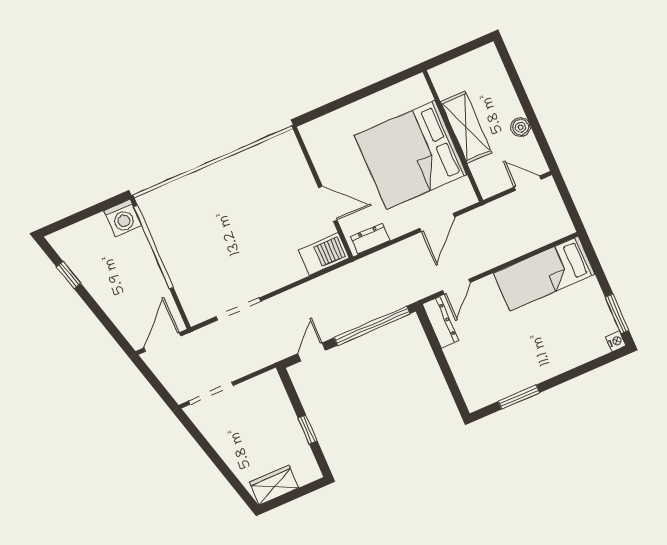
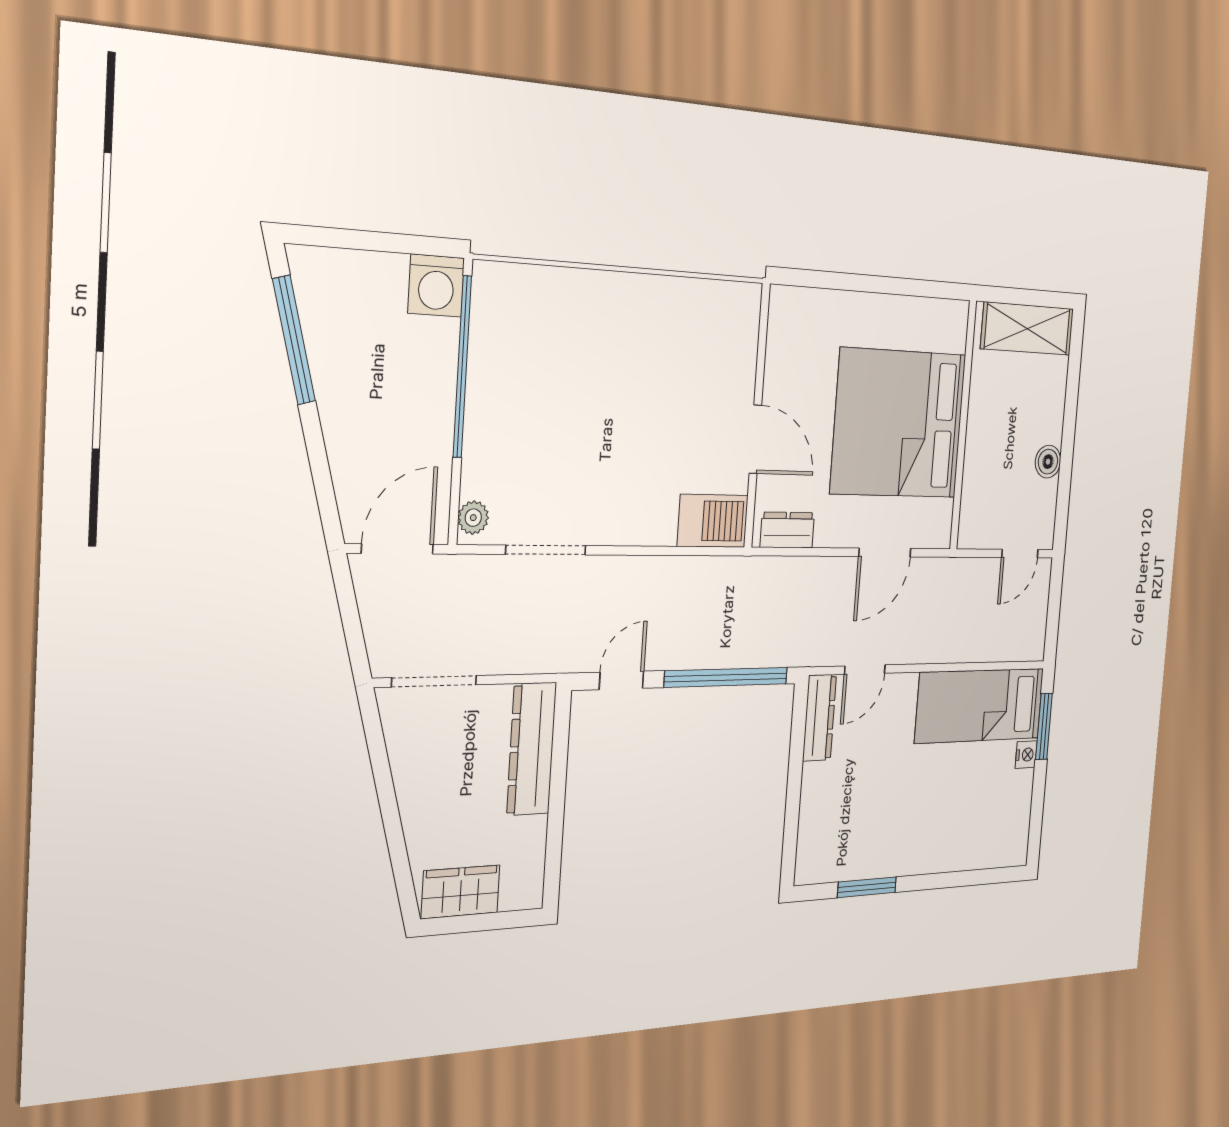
shelving: (466, 127) -> (1027, 329), moved, turned 90
door: (528, 183) -> (1020, 553), swing flipped
window: (69, 275) -> (294, 340), width x2.17
plant: (193, 311) -> (473, 518), added
window: (617, 314) -> (1044, 726), moved
nightstand: (616, 341) -> (1026, 755), moved
dresser: (278, 404) -> (532, 749), added
window: (308, 429) -> (556, 814), removed

